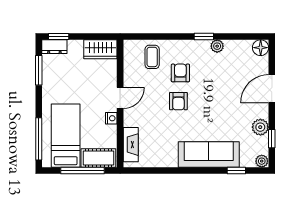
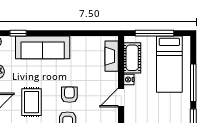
rug: (221, 93) -> (32, 102), added
window: (39, 139) -> (193, 83), moved
cot: (98, 158) -> (132, 58), moved, turned 90

